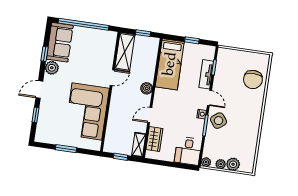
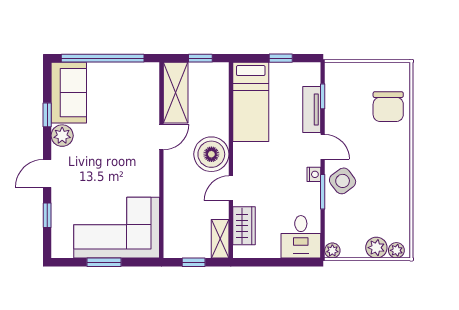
boiler: (147, 88) -> (211, 154), width x1.86, depth x1.86
corner sofa: (87, 111) -> (117, 228), moved, turned 90
plant: (221, 164) -> (396, 250), moved

